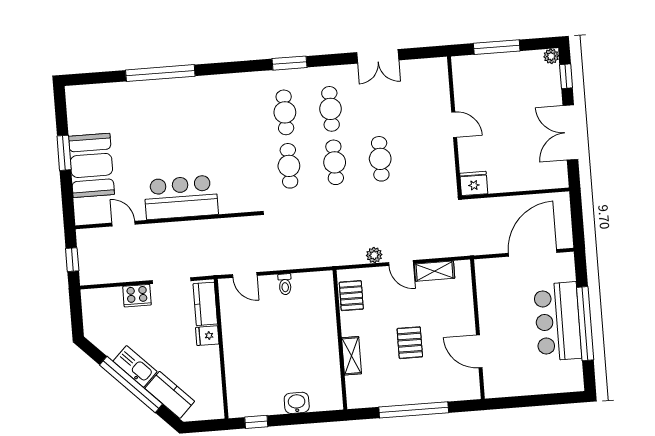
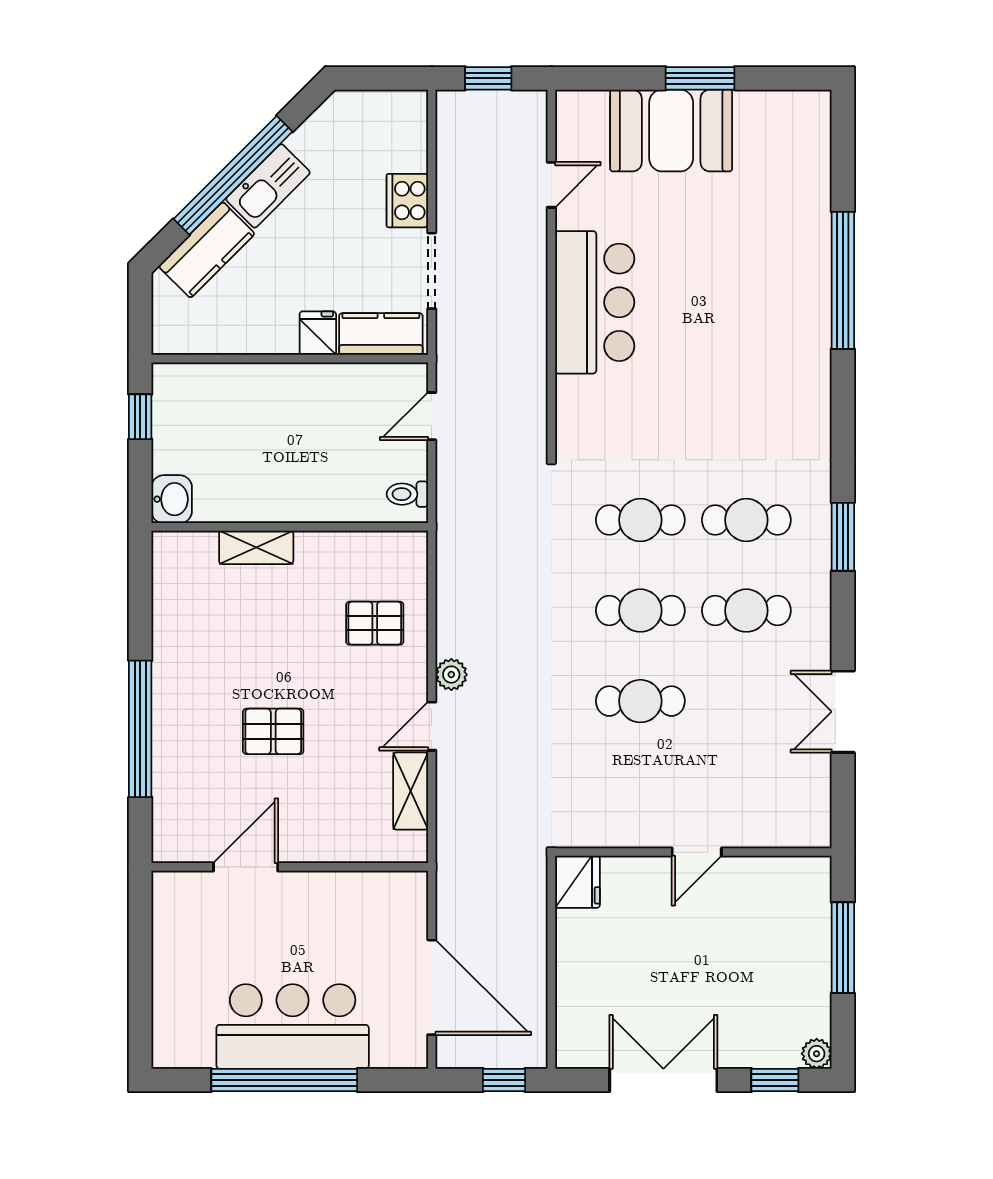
window: (577, 213) -> (504, 1080), added
wall: (340, 340) -> (290, 527), moved
shelving: (352, 356) -> (256, 547), moved

